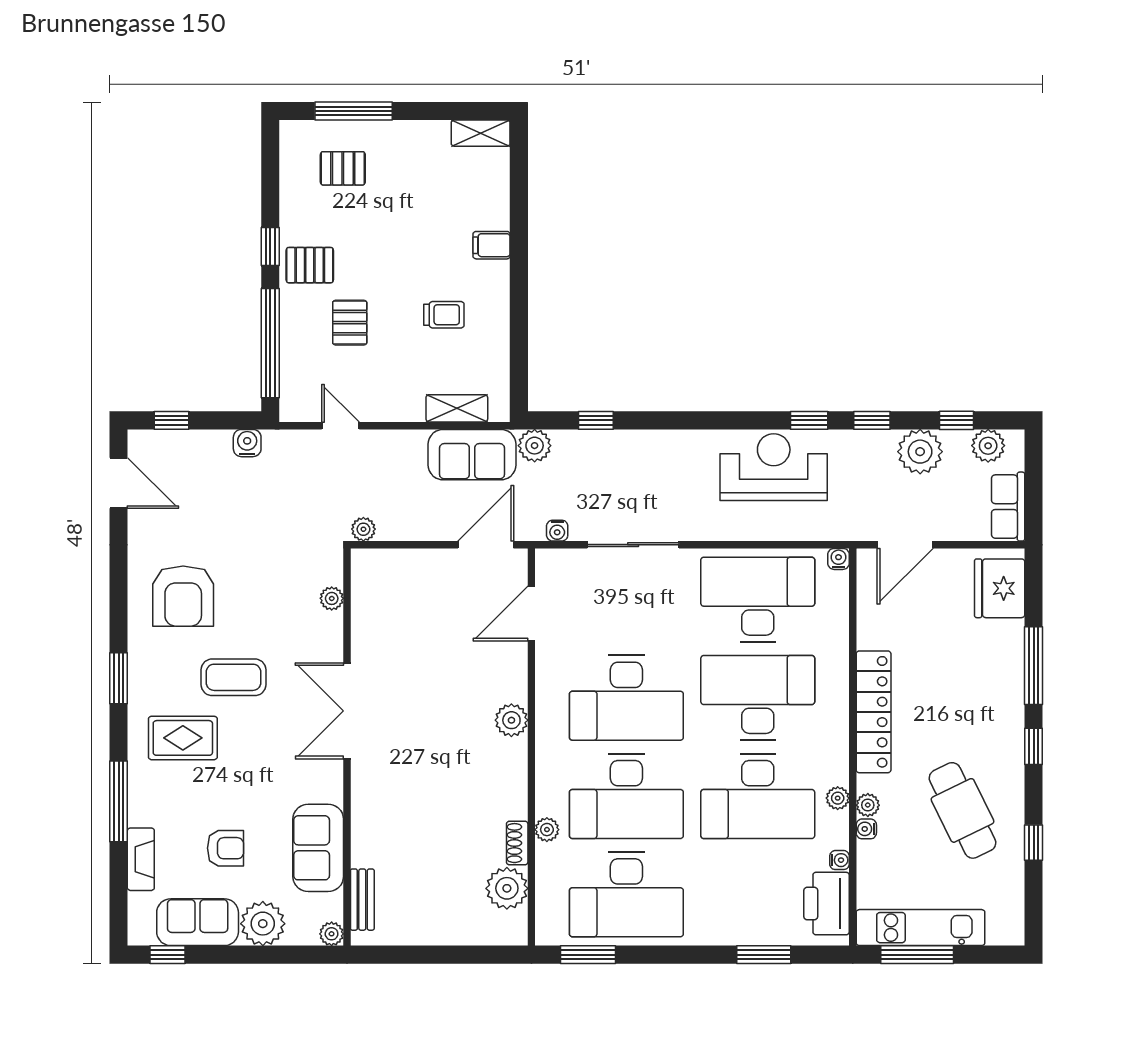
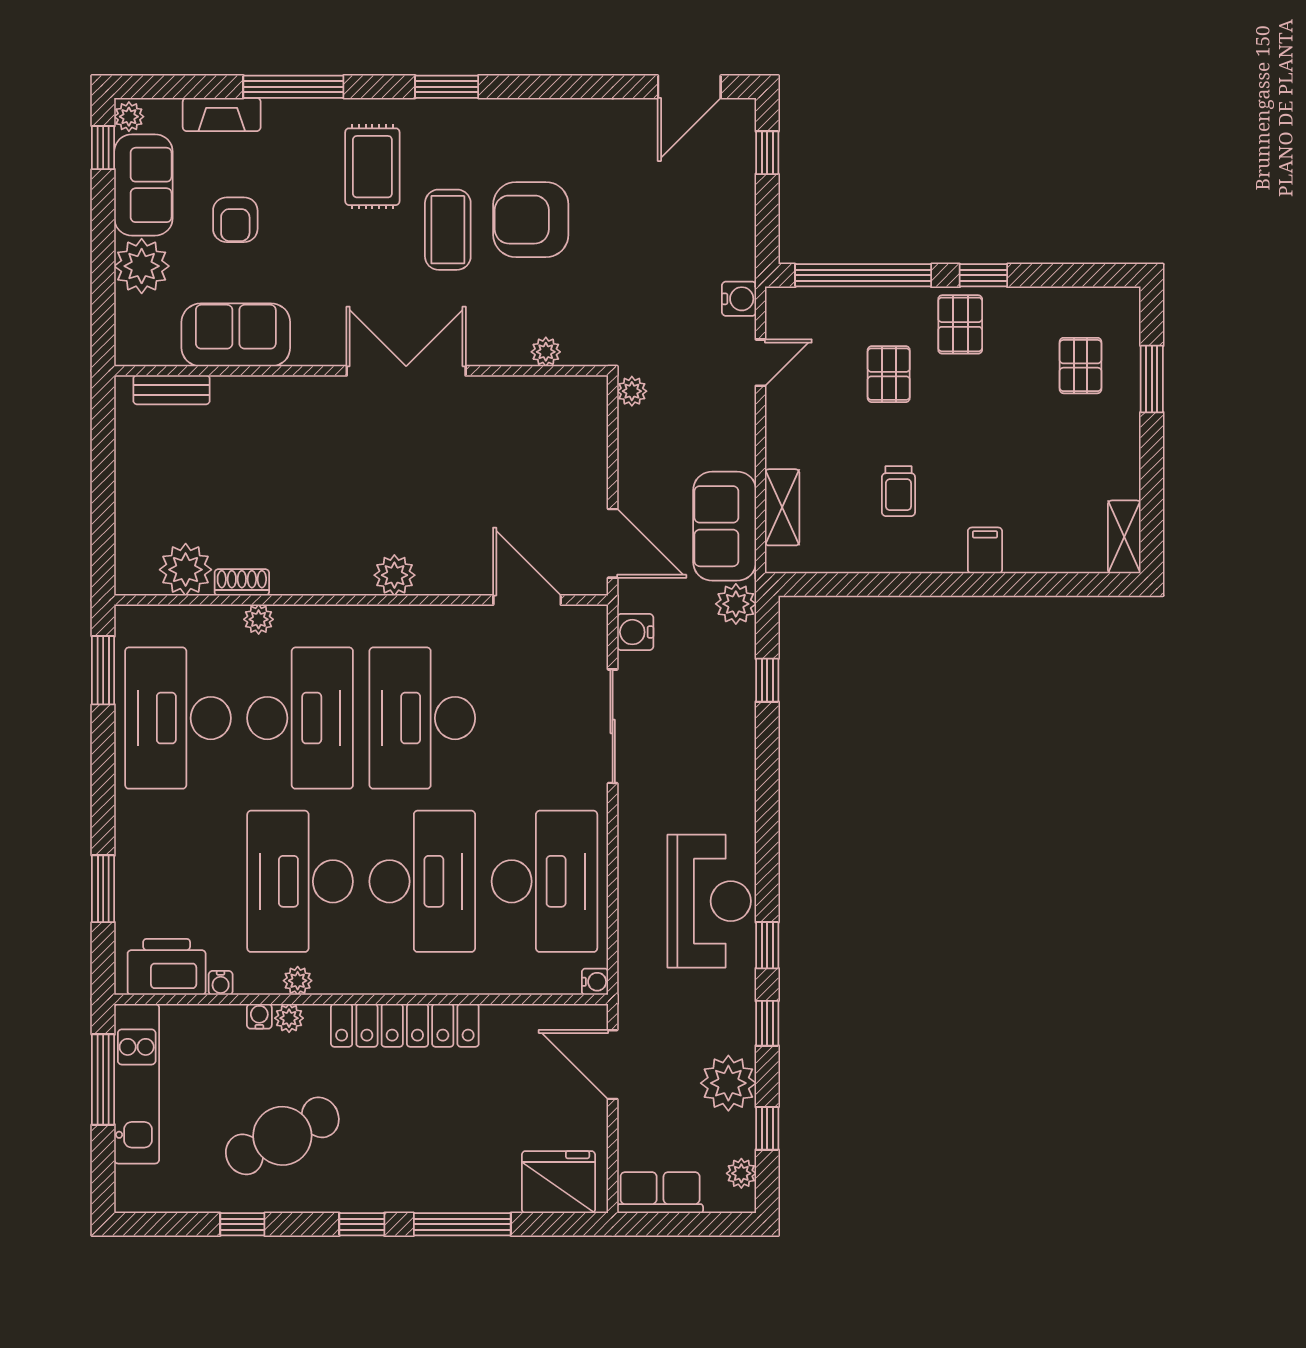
window: (354, 111) -> (1152, 379), width x0.69
pallet: (350, 323) -> (889, 374), turned 90
water cooler: (247, 443) -> (739, 299), moved
plant: (988, 446) -> (741, 1173), width x0.73, depth x0.73
water cooler: (557, 531) -> (635, 632), width x1.38, depth x1.38
armchair: (183, 596) -> (531, 220), moved
desk: (626, 796) -> (300, 718), turned 180
plant: (332, 934) -> (129, 117), moved

